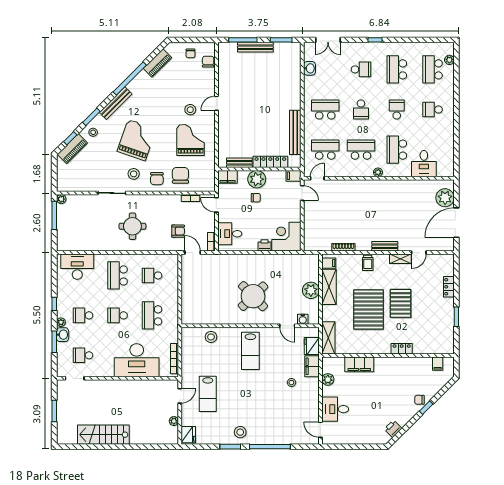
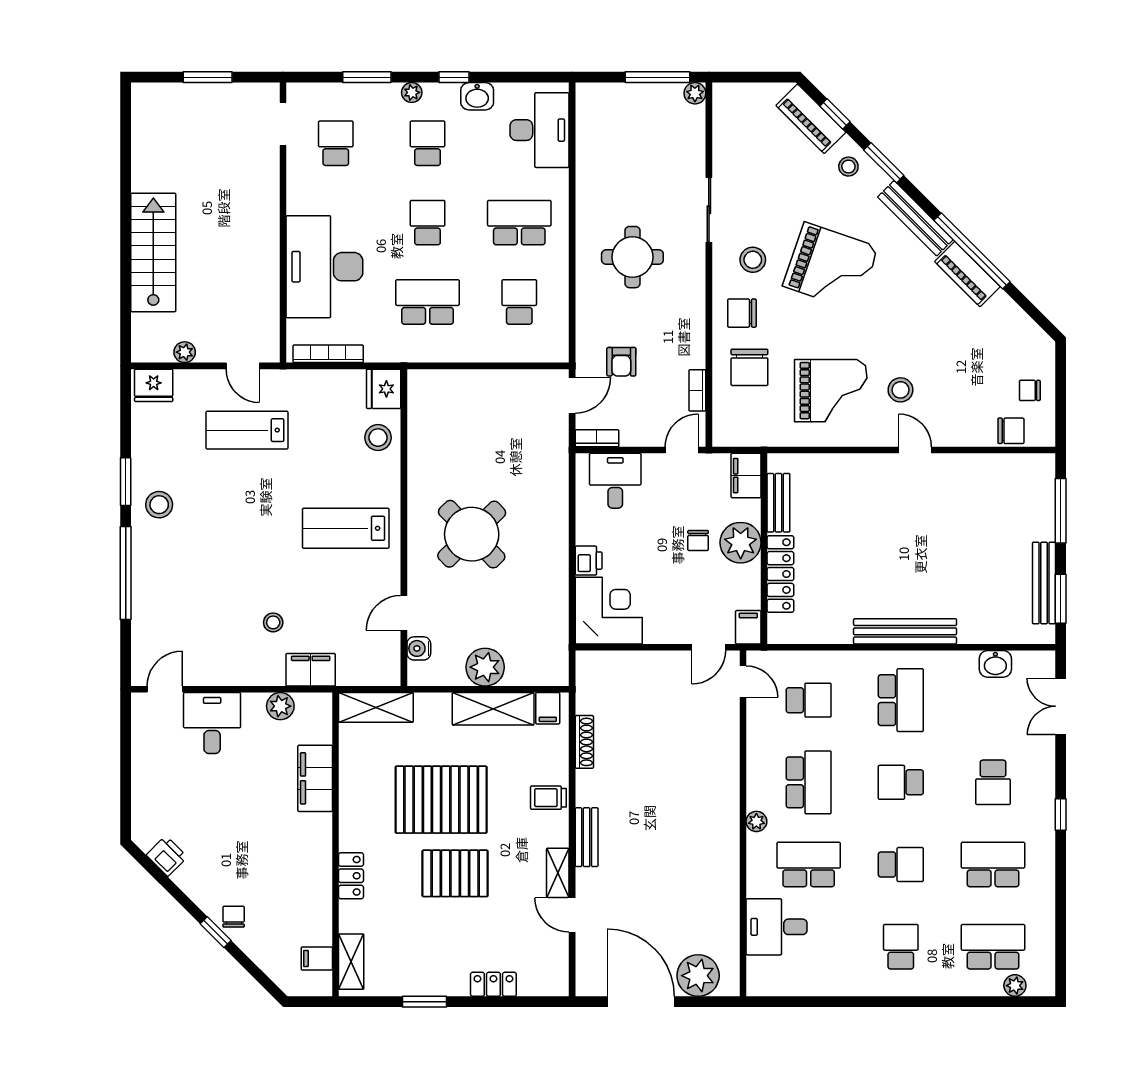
bench: (255, 47) -> (1044, 583), moved
piano: (157, 63) -> (967, 274), moved
bench: (295, 132) -> (905, 631), moved
school desk: (325, 150) -> (809, 700), width x0.54
chair: (180, 175) -> (749, 367), turned 90
washbasin: (63, 335) -> (477, 96), moved
fridge: (312, 346) -> (384, 389), moved, turned -90
shelving: (439, 349) -> (351, 962), added
stairs: (103, 435) -> (153, 252), moved

